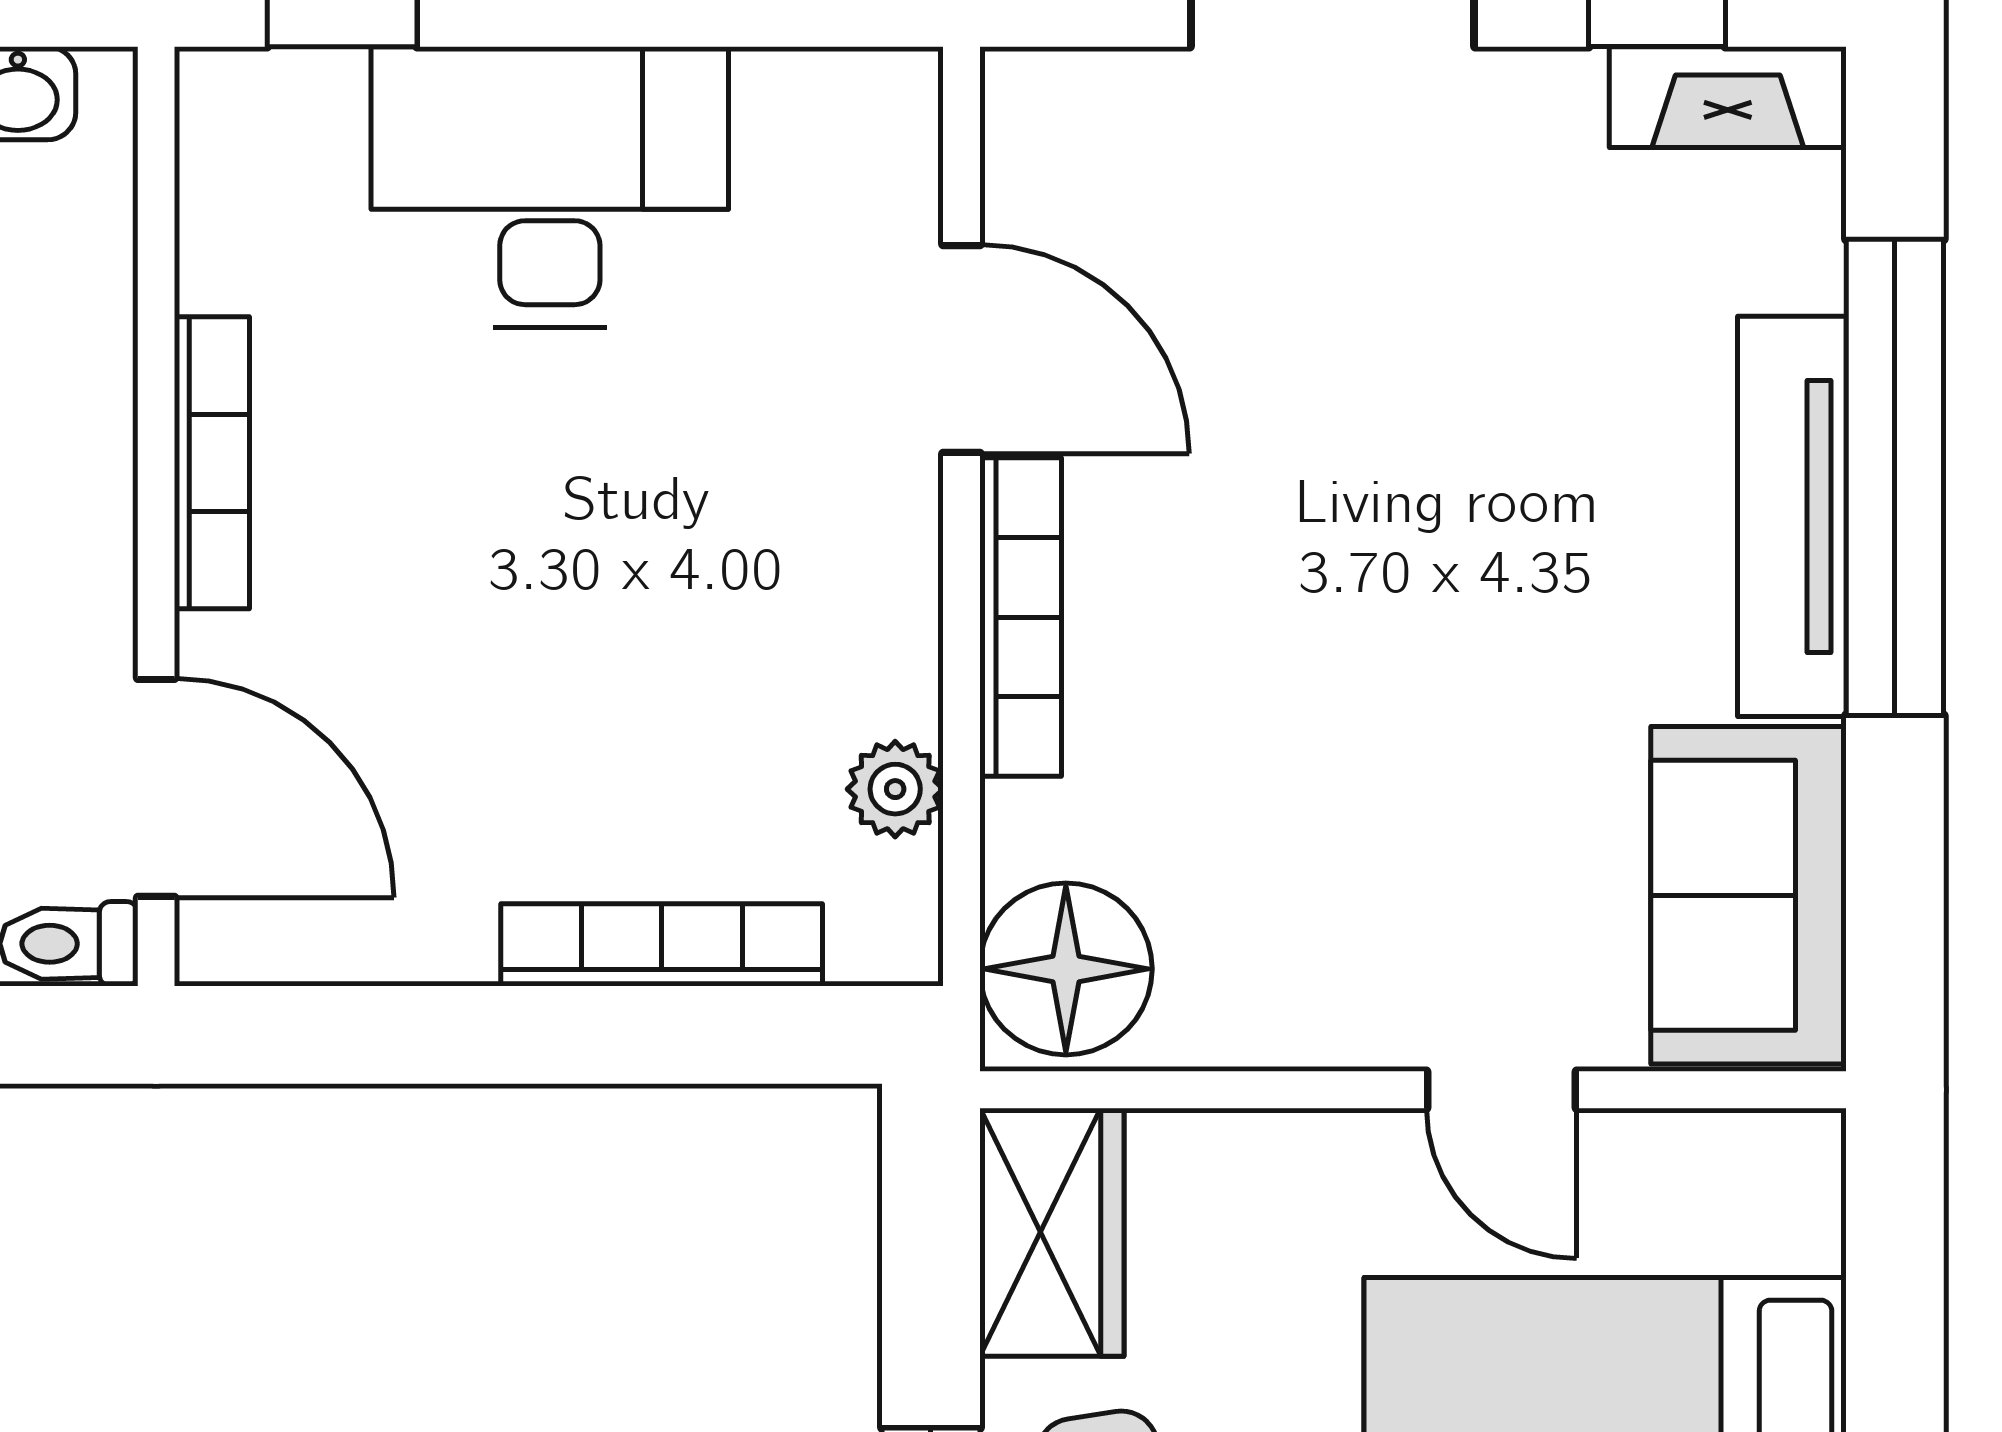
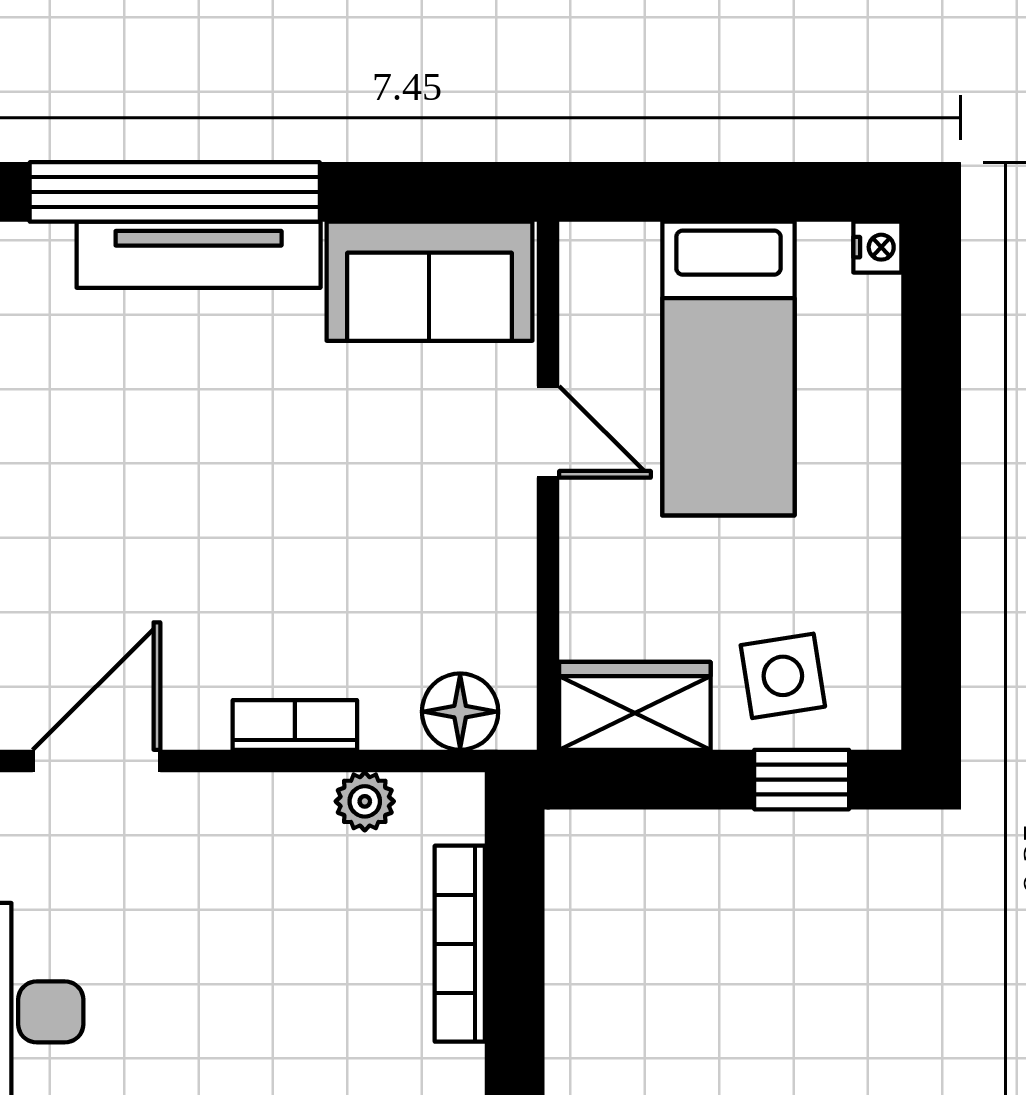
bookcase: (1021, 617) -> (295, 725), width x0.64
floor lamp: (1066, 969) -> (460, 712), width x0.73, depth x0.73
door: (1501, 1090) -> (548, 432), hinge flipped

